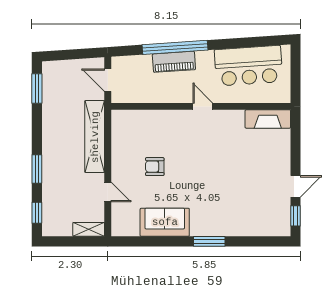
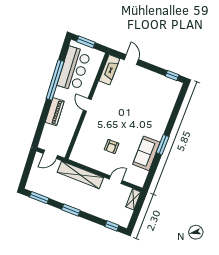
window: (175, 47) -> (55, 80), moved
window: (295, 68) -> (86, 42), added
door: (203, 106) -> (87, 105), hinge flipped
window: (37, 169) -> (71, 210), moved
door: (295, 186) -> (131, 60), moved
window: (209, 241) -> (163, 145), moved

